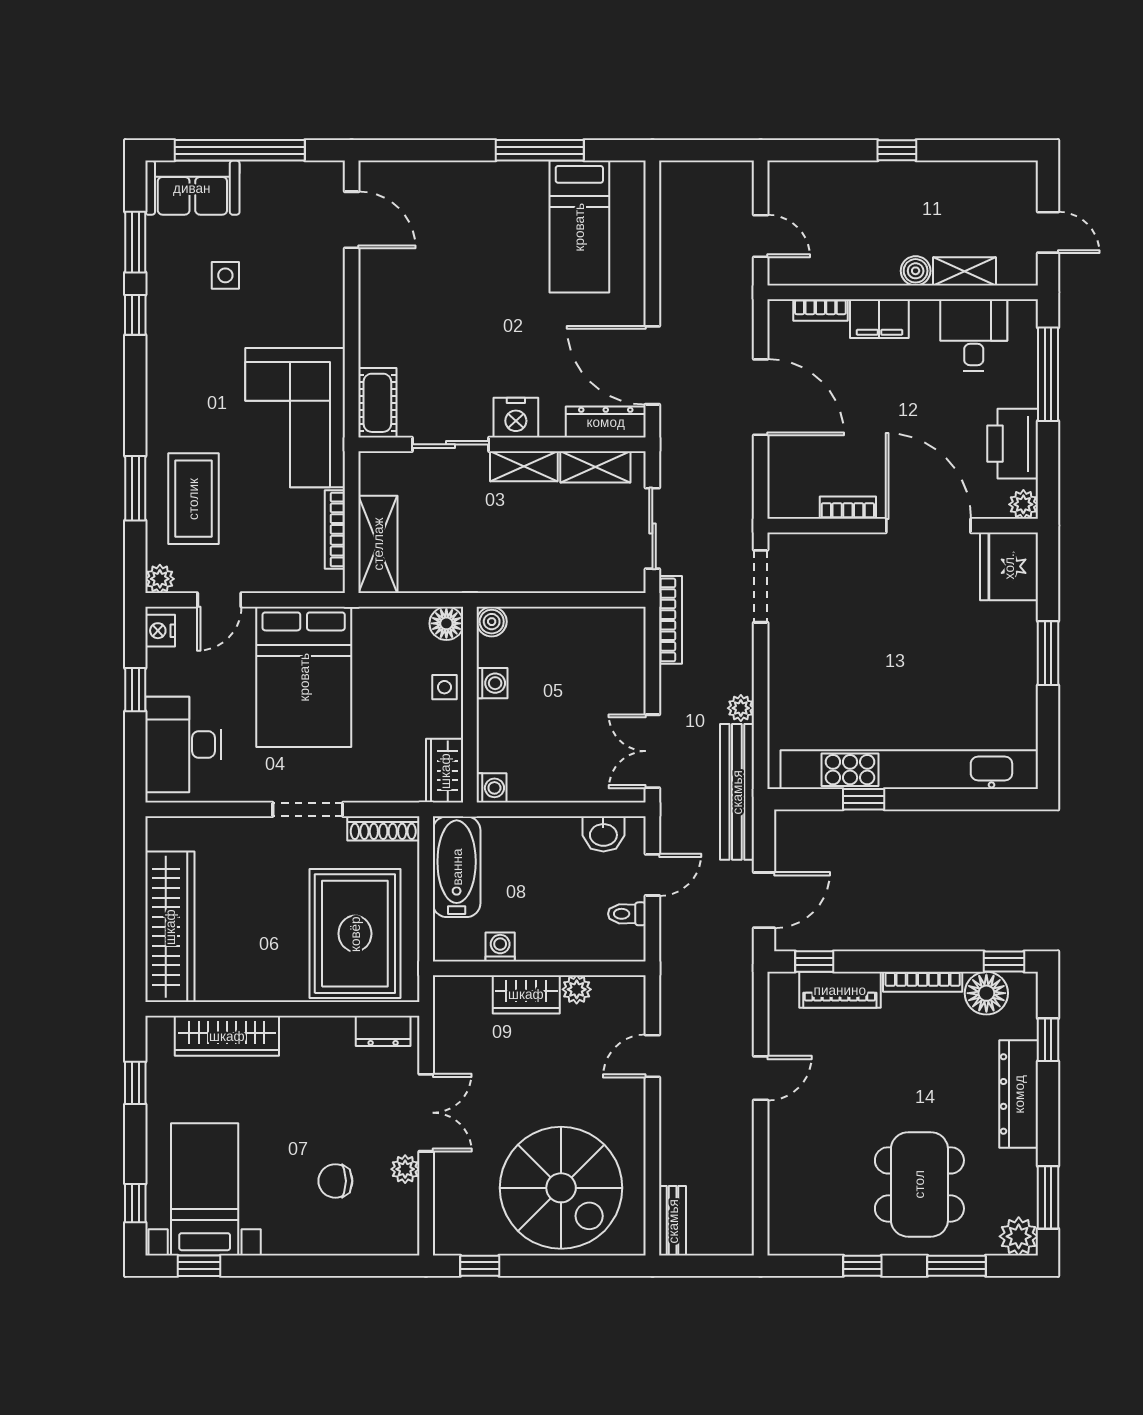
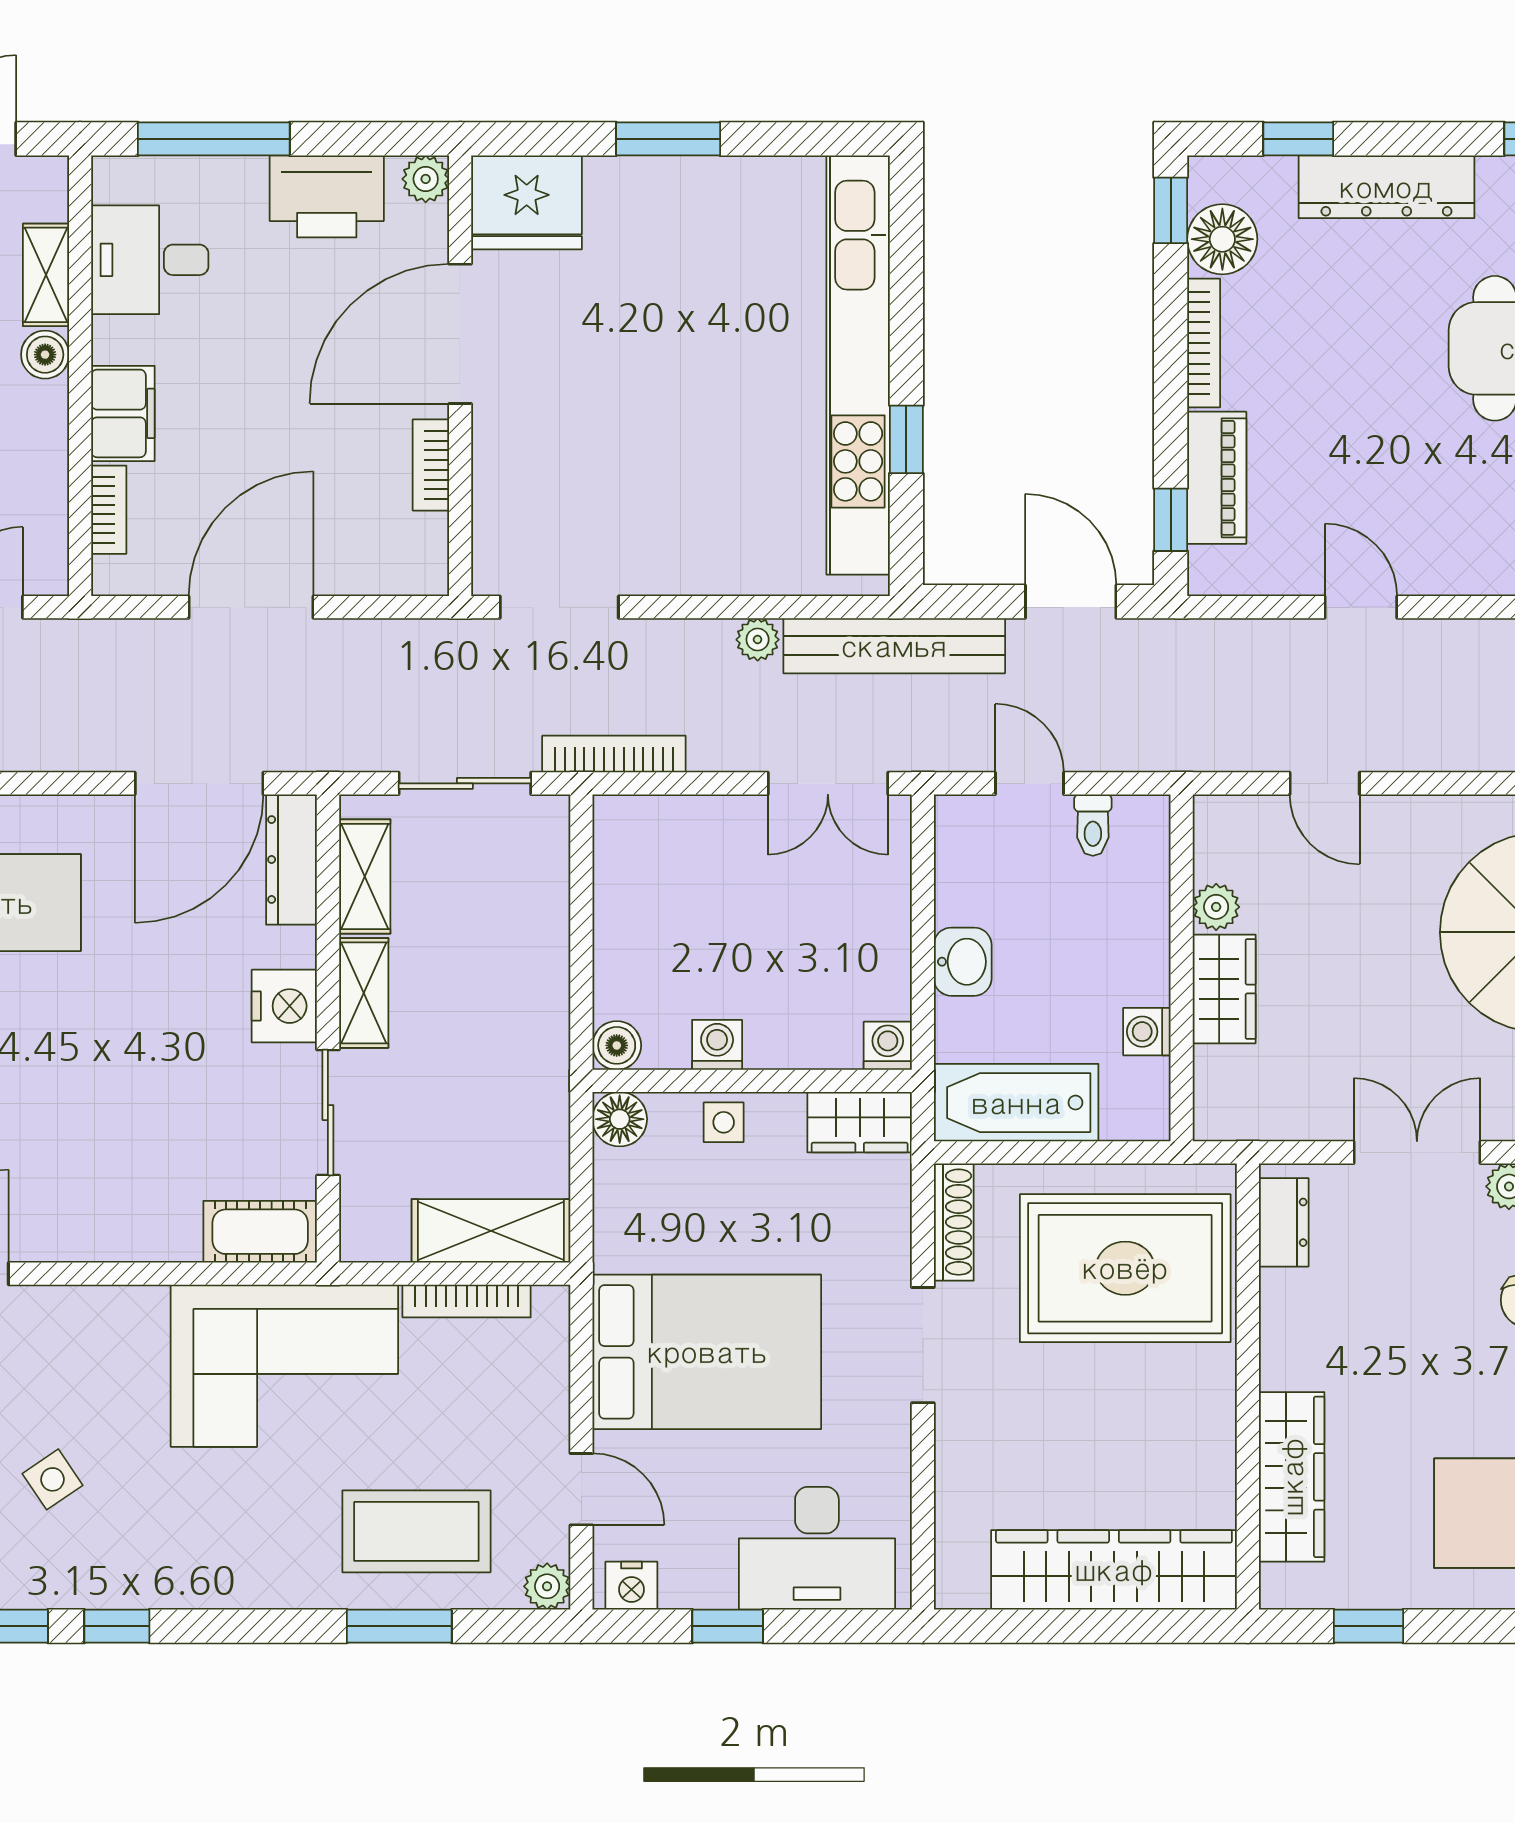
side table: (225, 275) -> (52, 1479), turned -34
washbasin: (603, 834) -> (963, 962), moved

